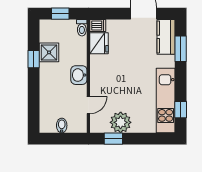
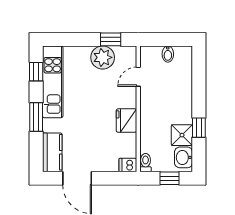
fridge: (99, 43) -> (127, 121), moved
window: (181, 49) -> (36, 117), moved
washbasin: (79, 75) -> (184, 157), moved, turned 180

